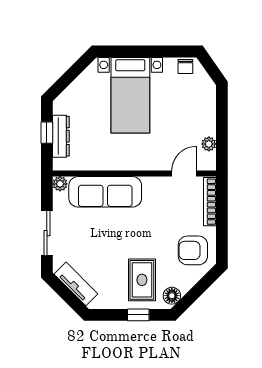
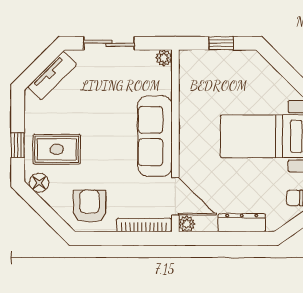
dresser: (61, 136) -> (242, 223), moved, turned 180
plant: (209, 144) -> (187, 224), moved
door: (184, 174) -> (175, 196), width x1.38
sofa: (105, 192) -> (155, 136), moved

